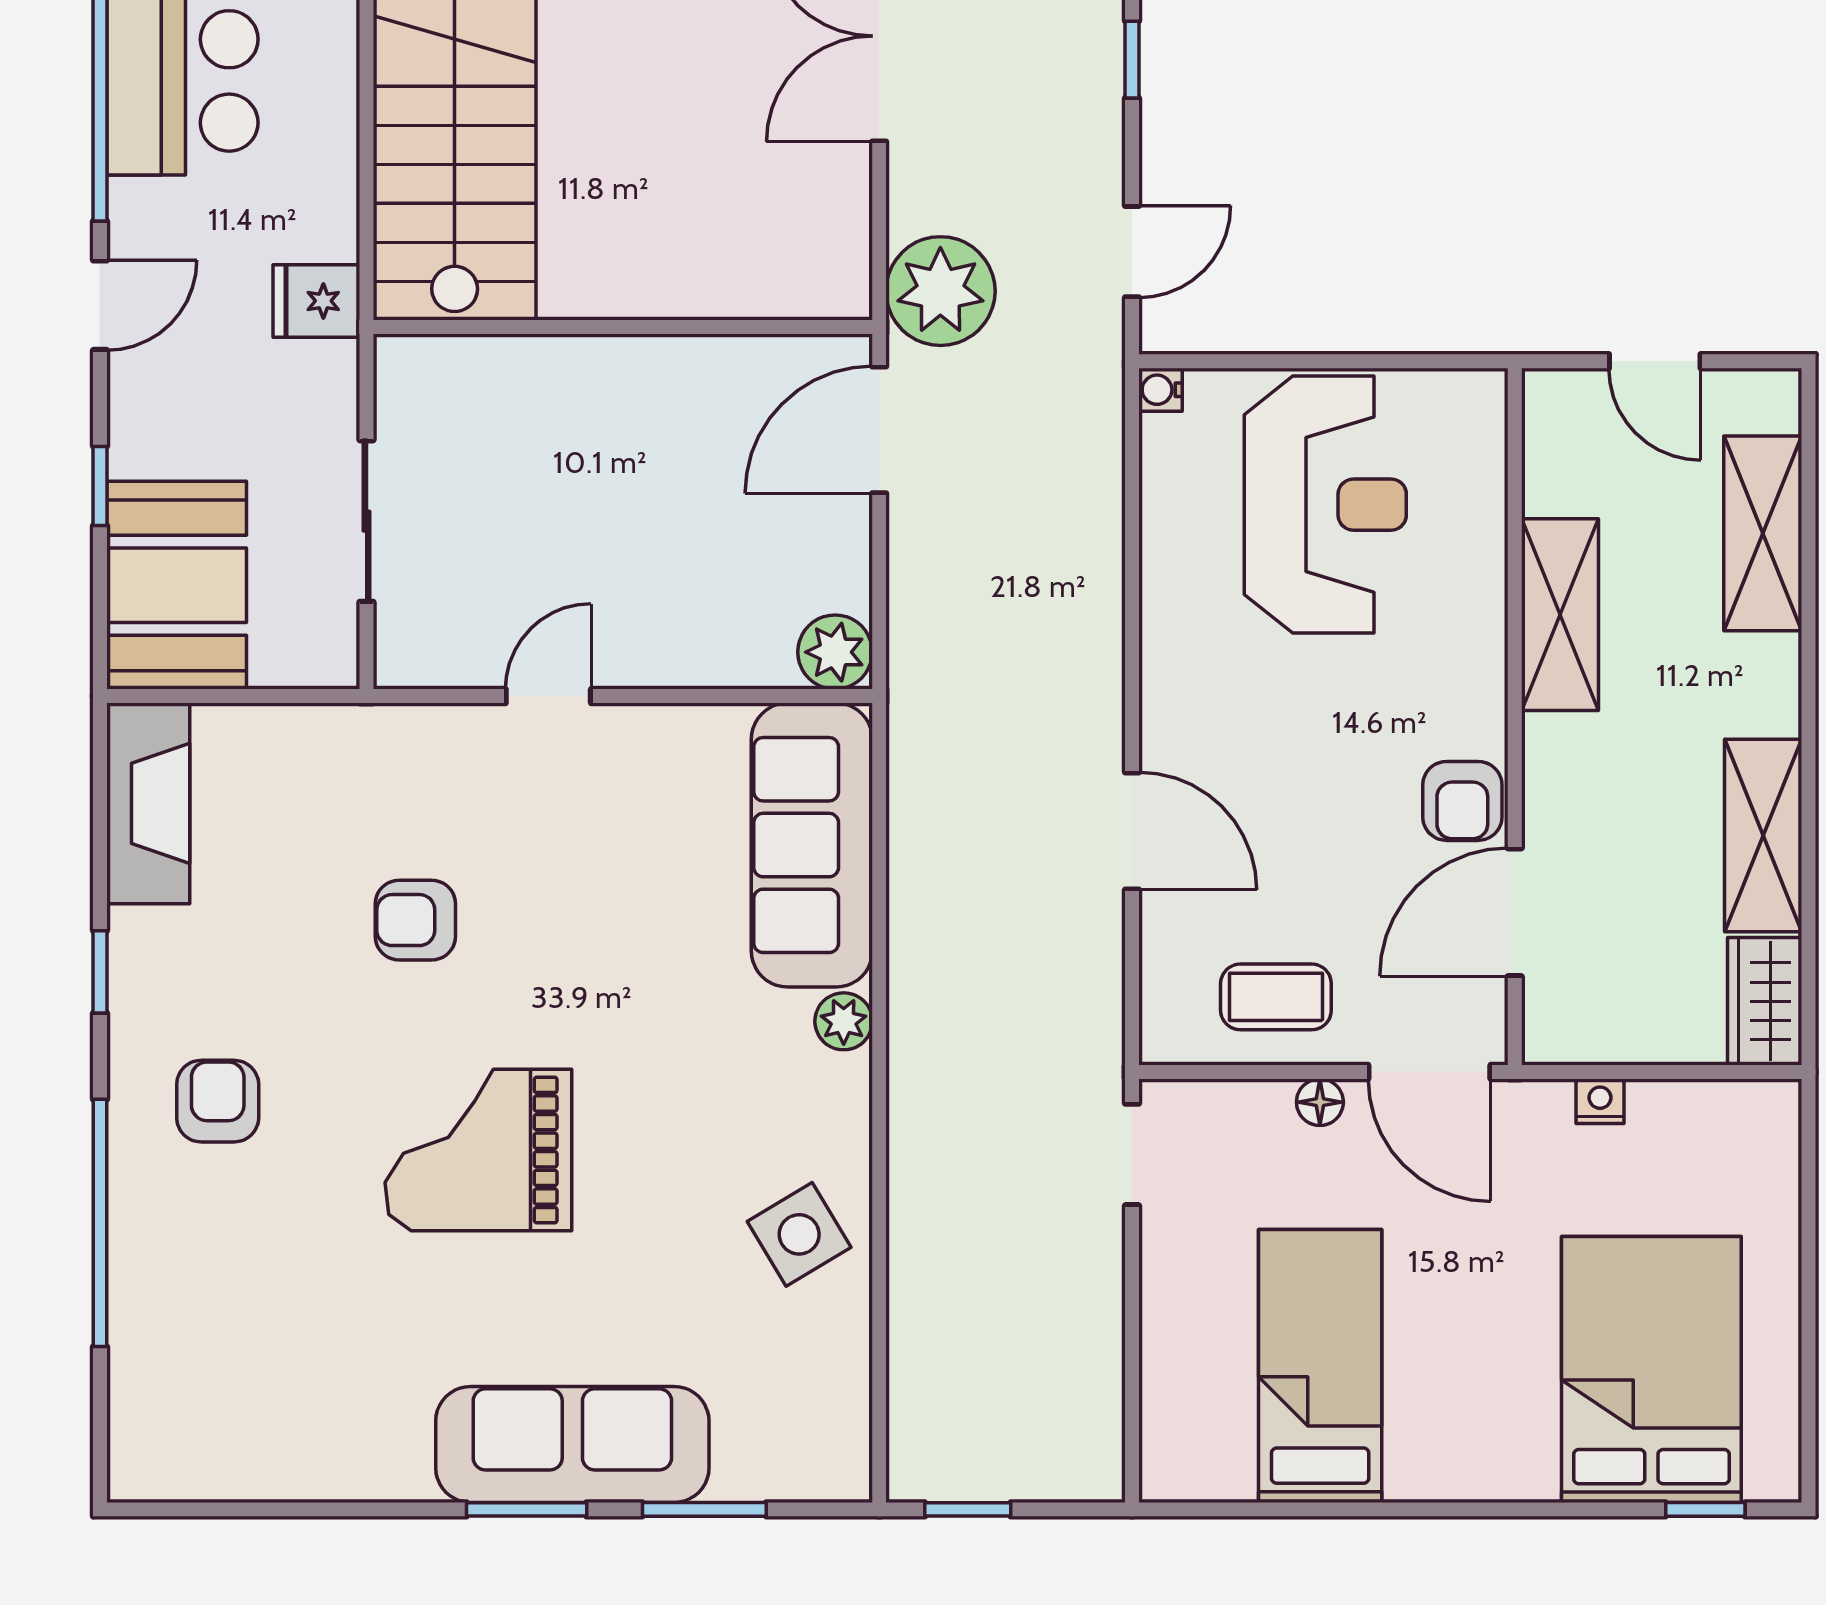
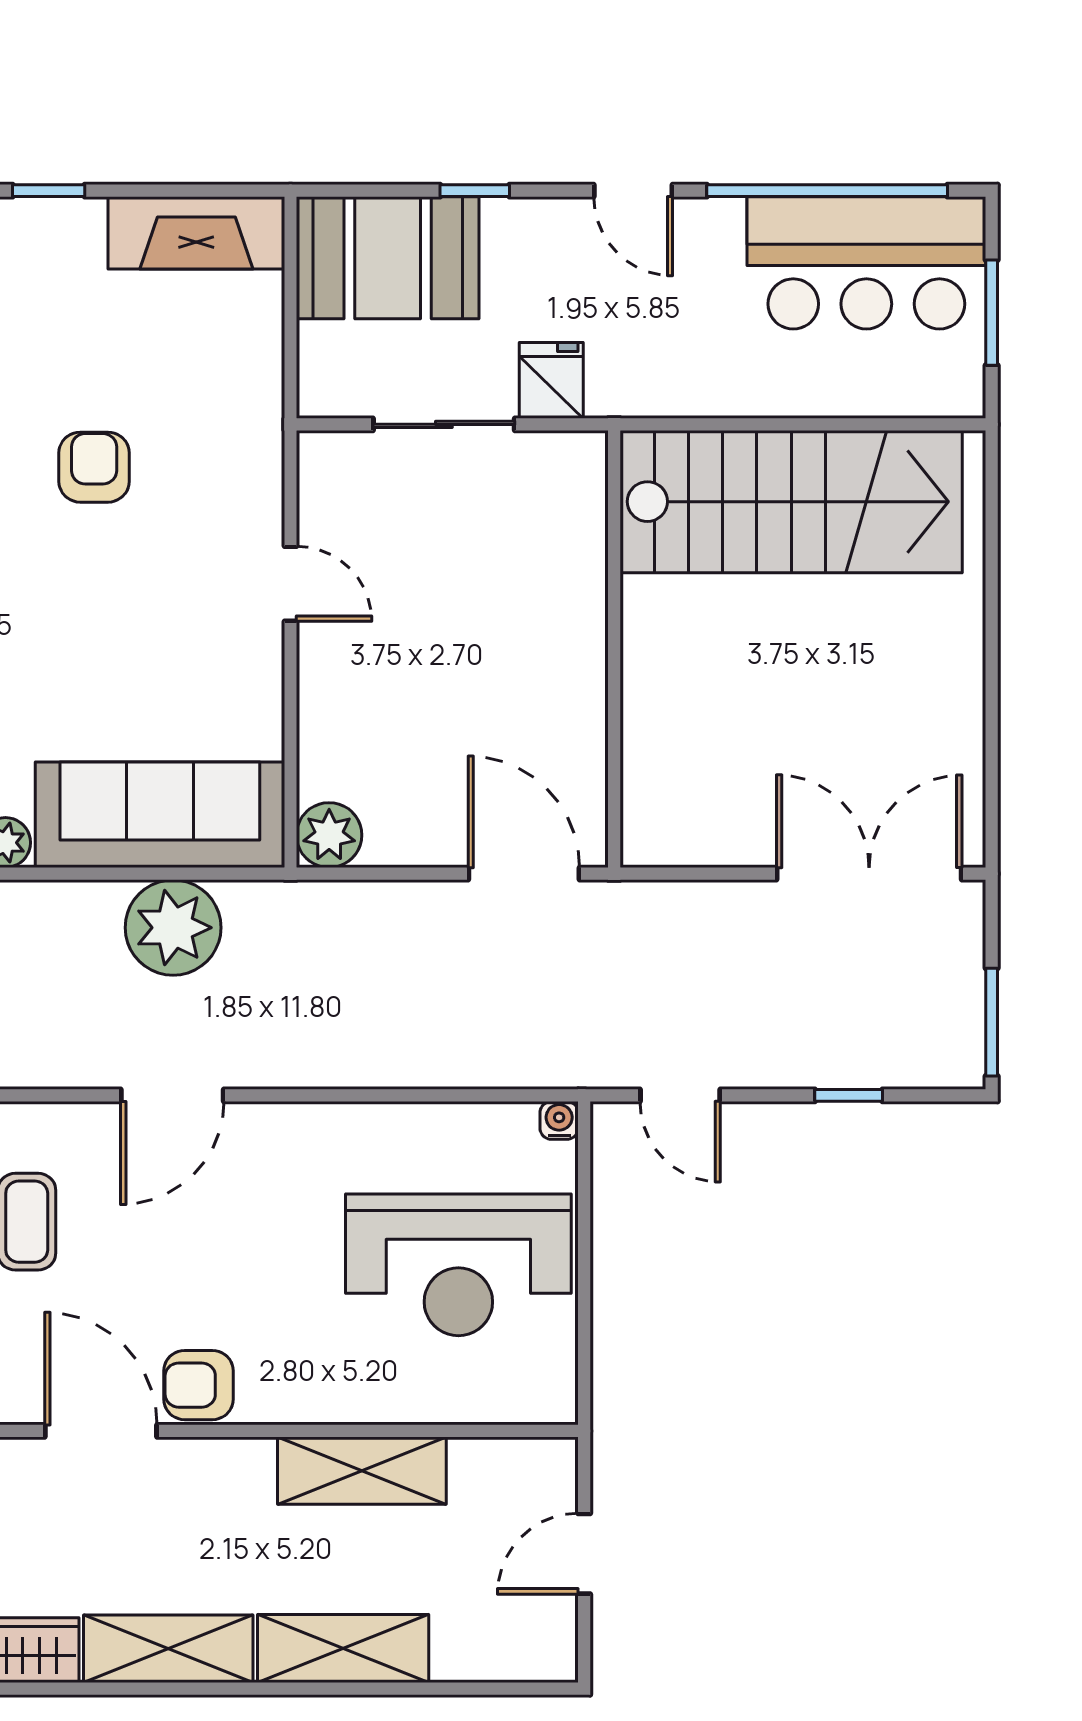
plant: (940, 291) -> (173, 928), moved
fridge: (316, 301) -> (551, 380), moved
shelving: (1763, 533) -> (343, 1648), moved

